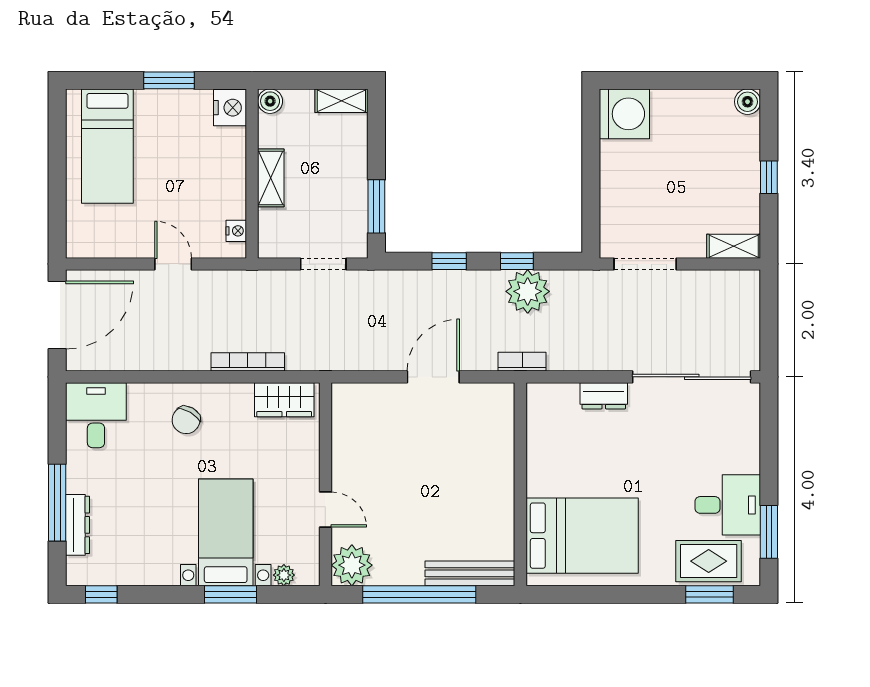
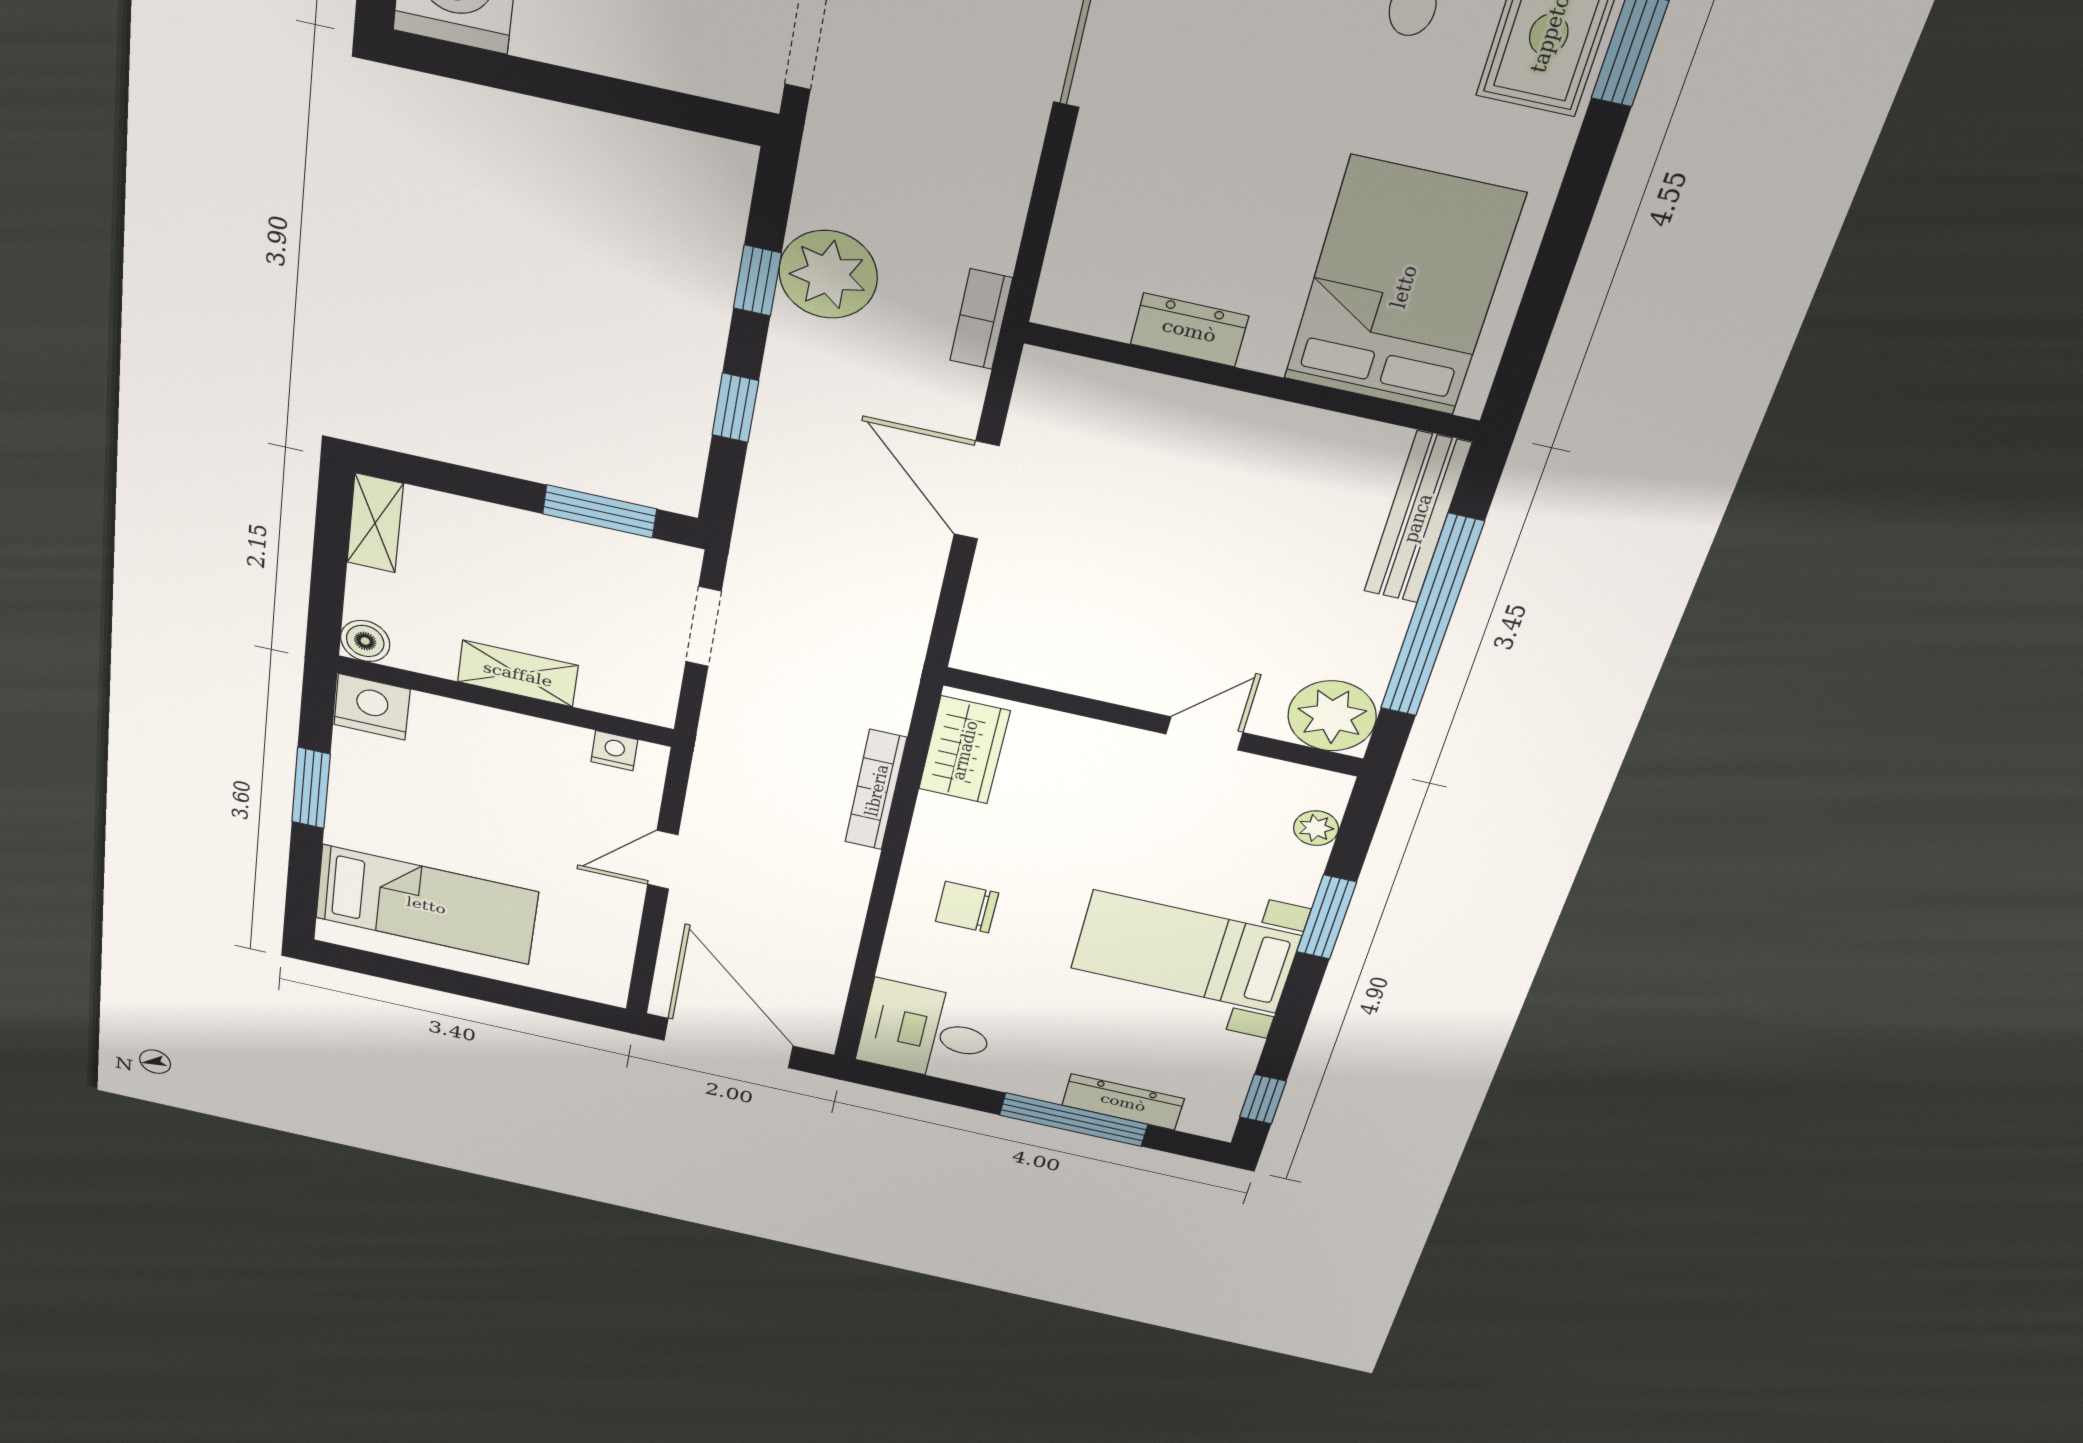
dresser: (604, 396) -> (1189, 330), moved, turned -90
chair: (186, 420) -> (967, 907), turned 150
bed with nightstands: (226, 532) -> (1185, 952), moved

